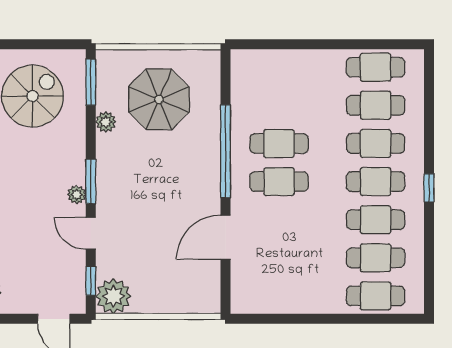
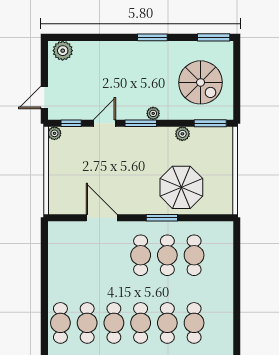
cafe table: (376, 67) -> (194, 255), moved
parasol: (159, 99) -> (181, 187), moved
window: (226, 151) -> (162, 218), width x0.47
plant: (77, 194) -> (153, 113), moved
plant: (113, 296) -> (54, 133), width x0.53, depth x0.53

